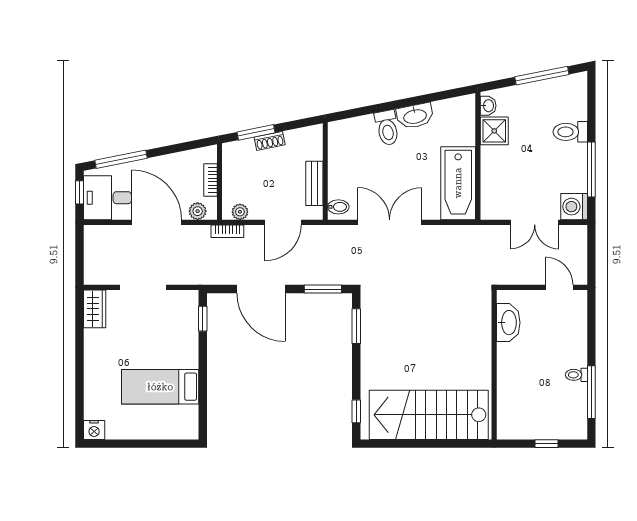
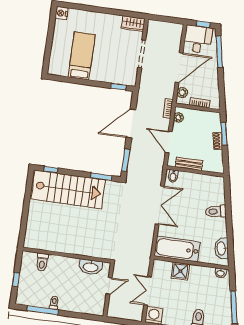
washbasin: (415, 116) -> (222, 248), moved
shower: (494, 131) -> (180, 271), moved
door: (559, 287) -> (109, 286), moved
toilet: (512, 404) -> (42, 262), added
stairs: (429, 415) -> (68, 189), moved, turned 90

